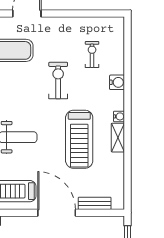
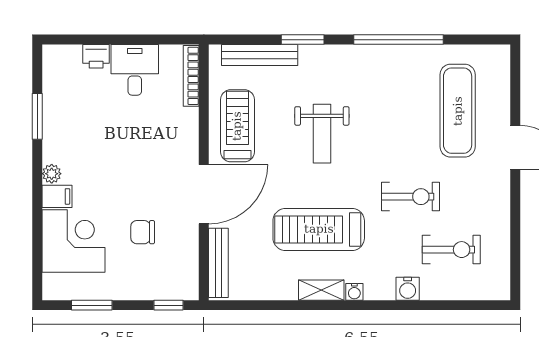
exercise bike: (92, 55) -> (451, 250), width x1.38, depth x1.39
bench: (95, 203) -> (218, 263), width x1.36

